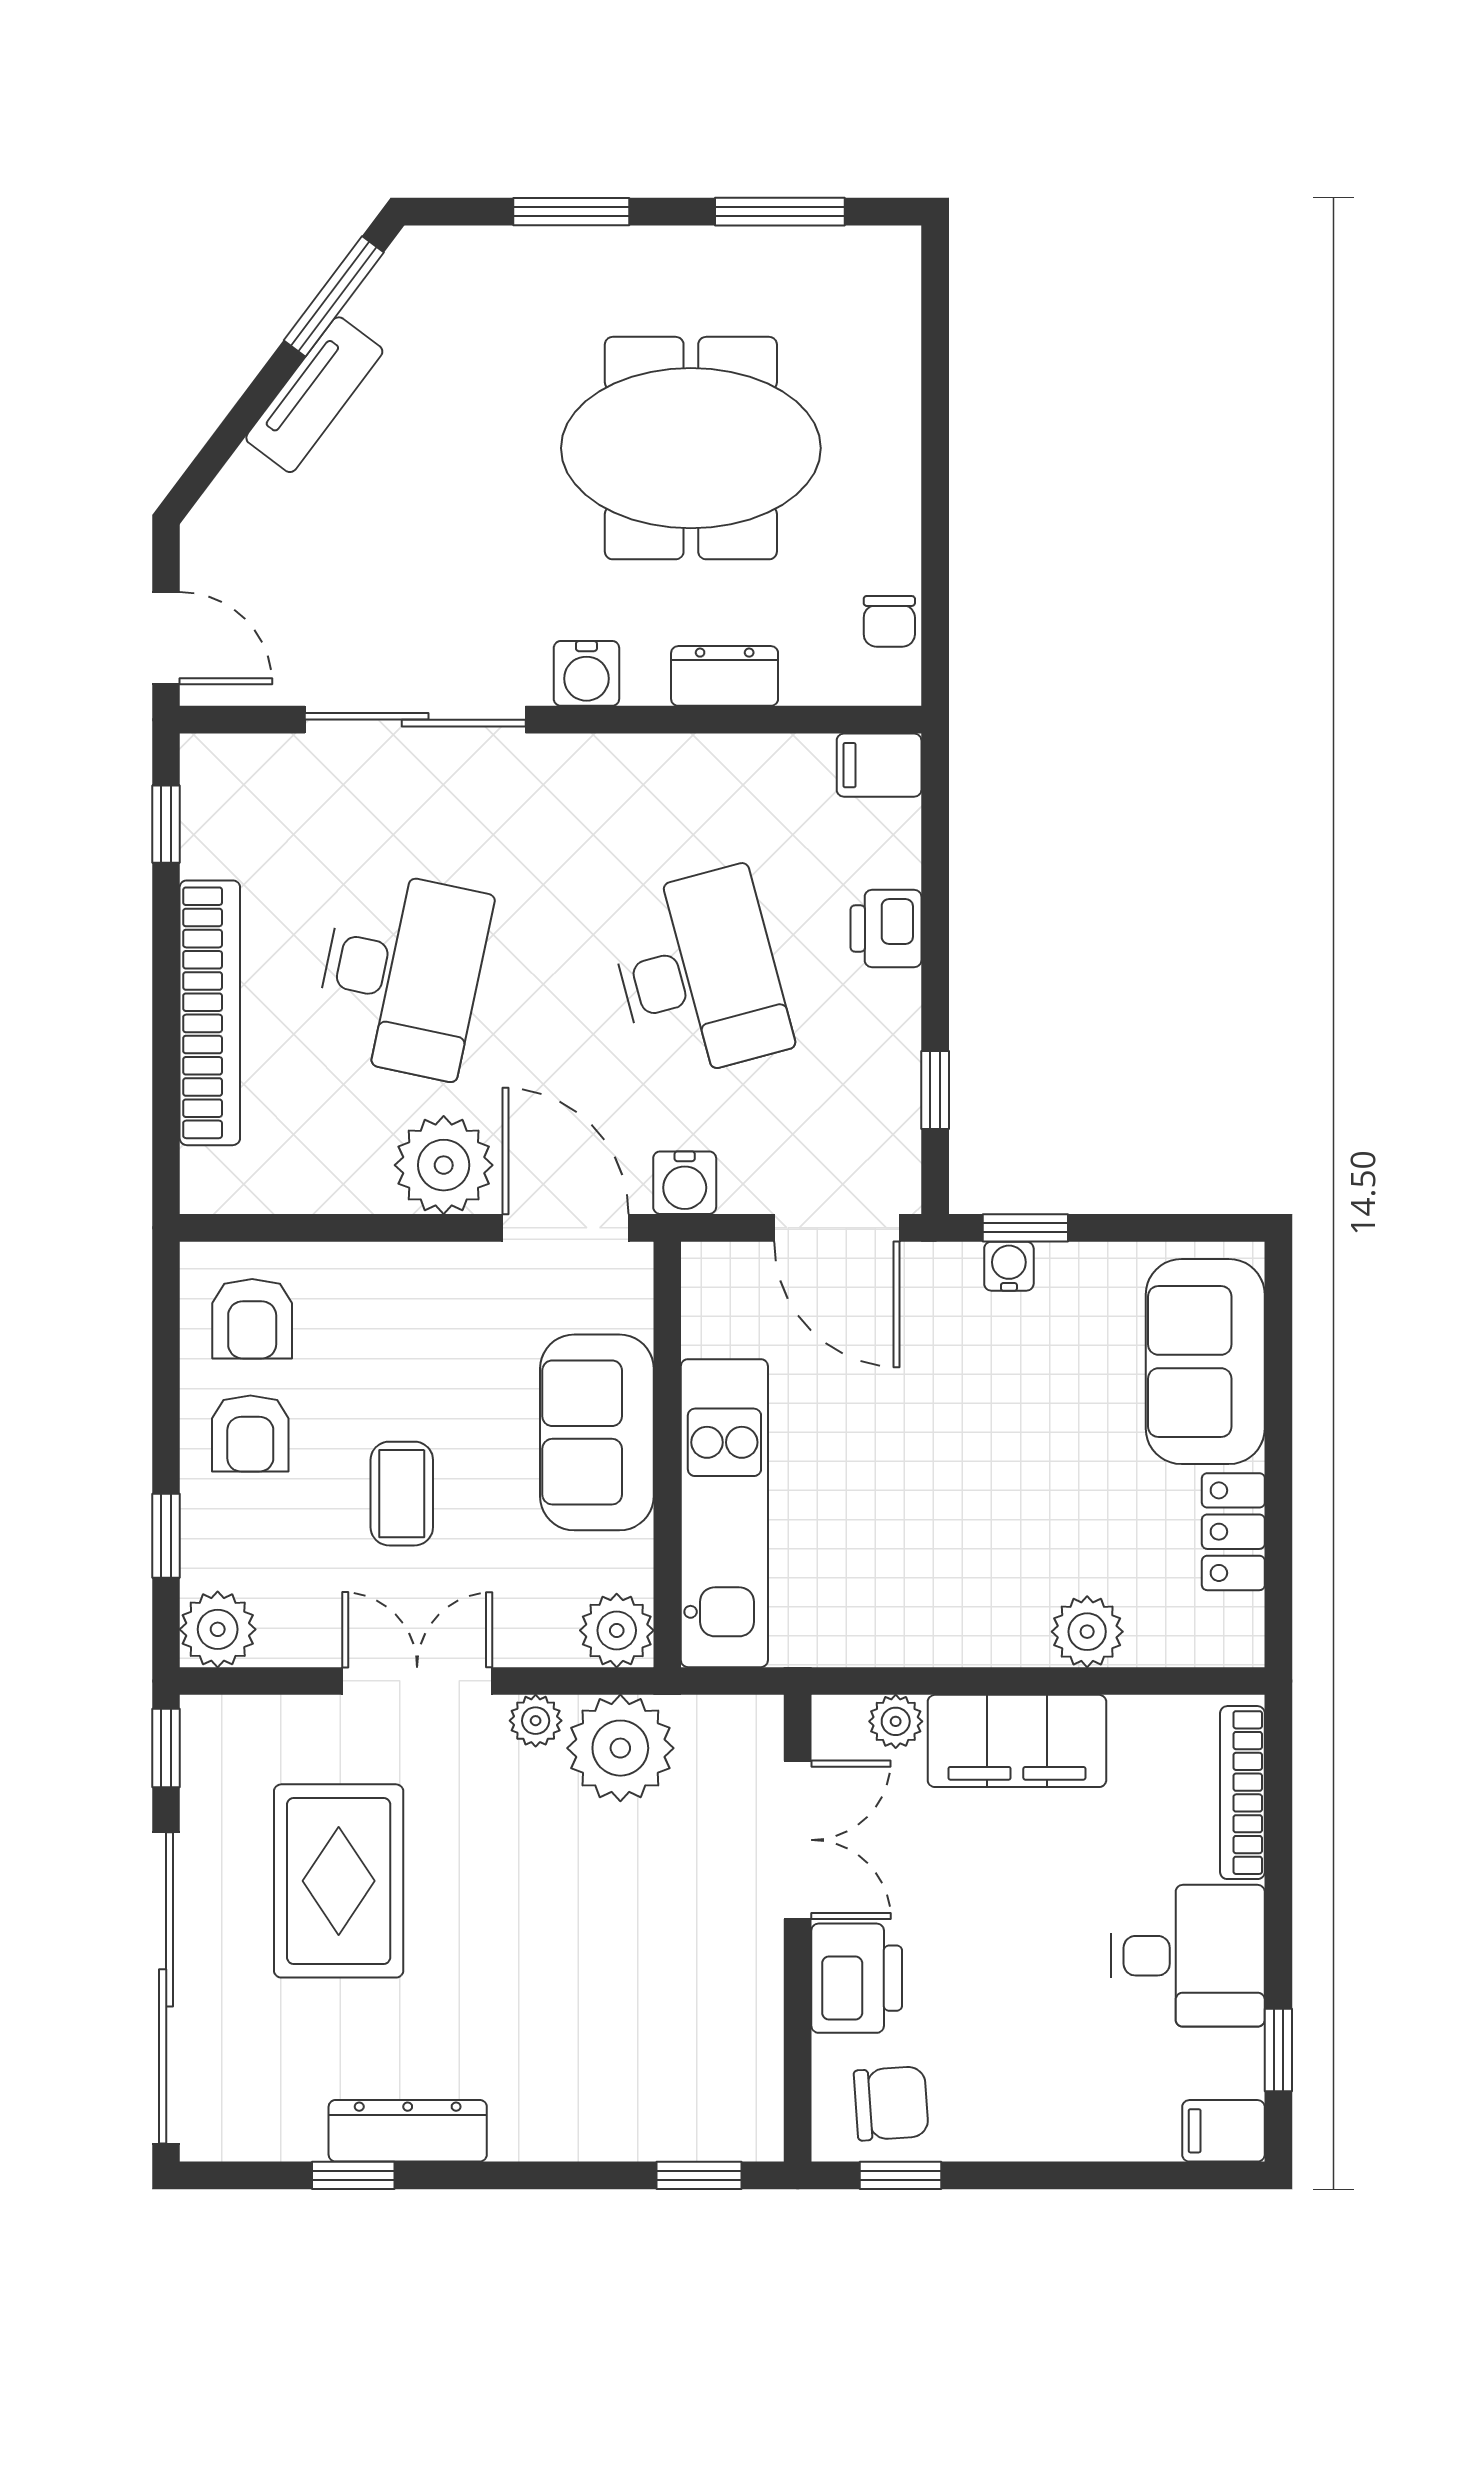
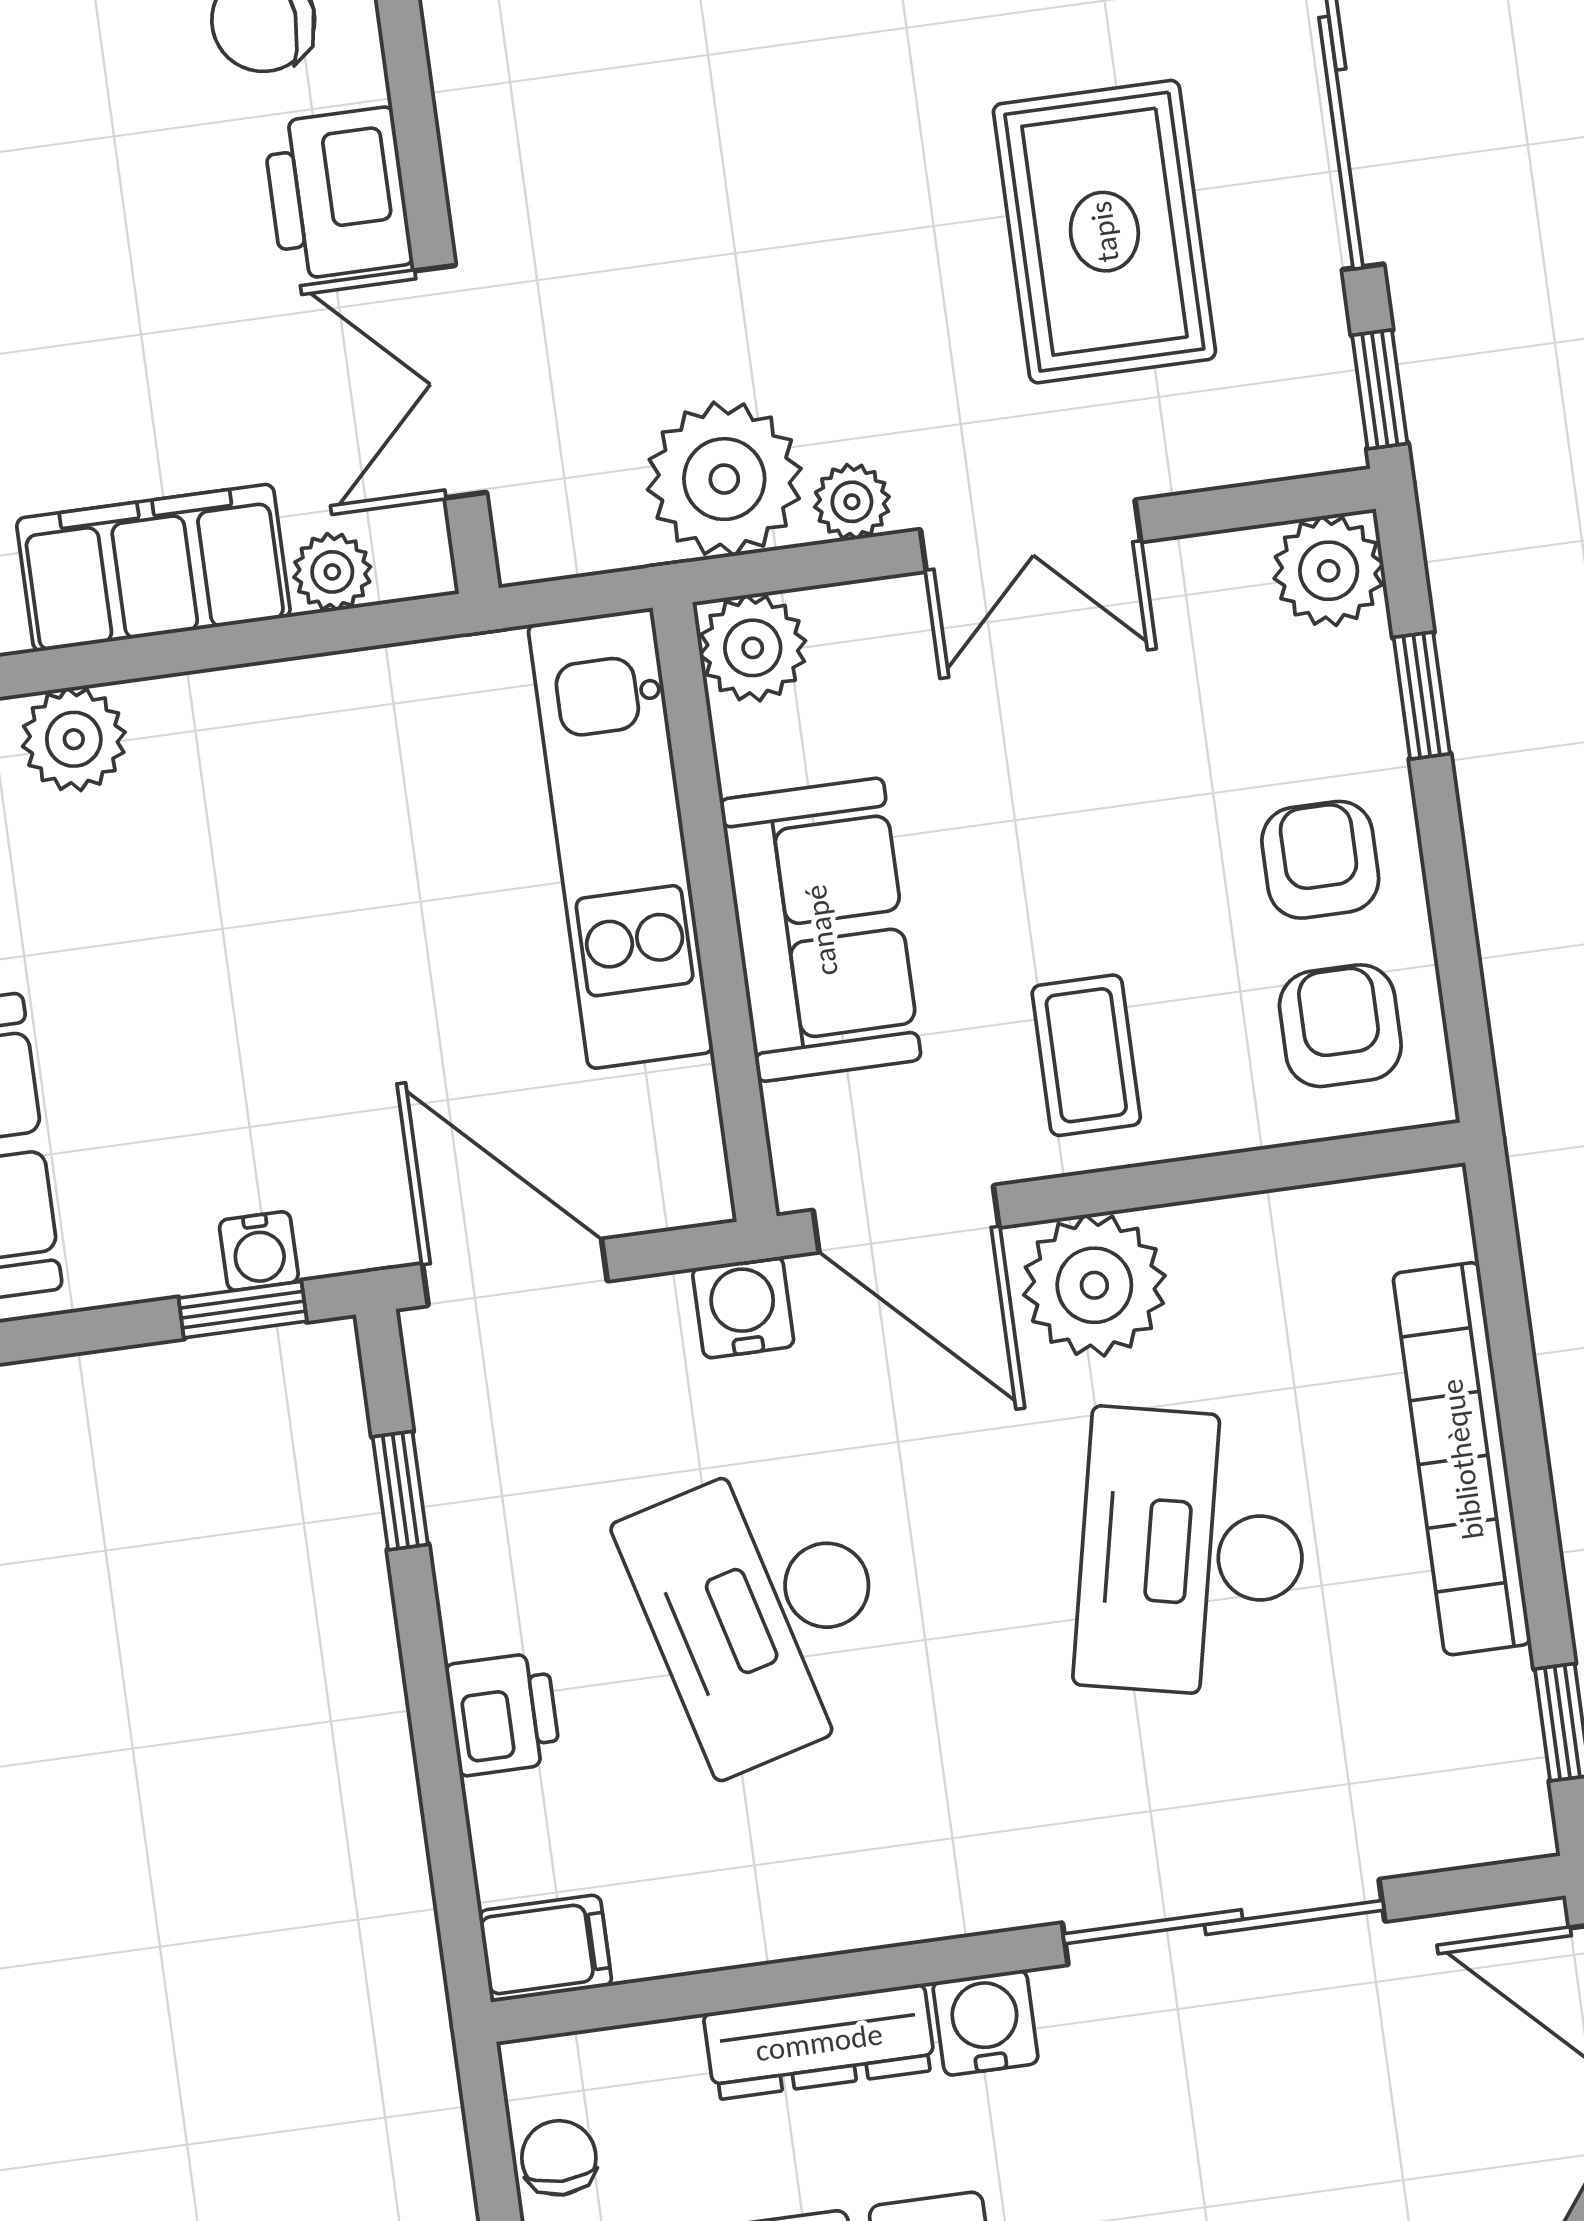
dresser: (725, 676) -> (819, 2042), width x1.44
coffee table: (402, 1494) -> (1086, 1055), moved

